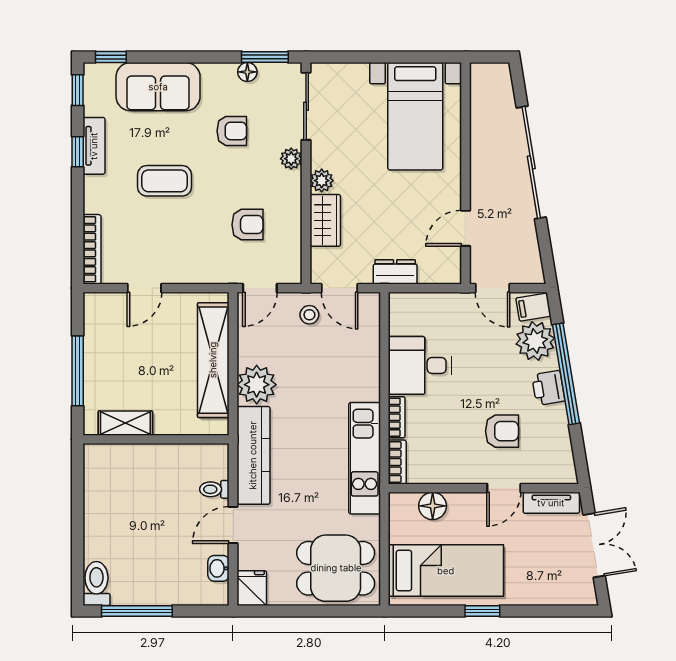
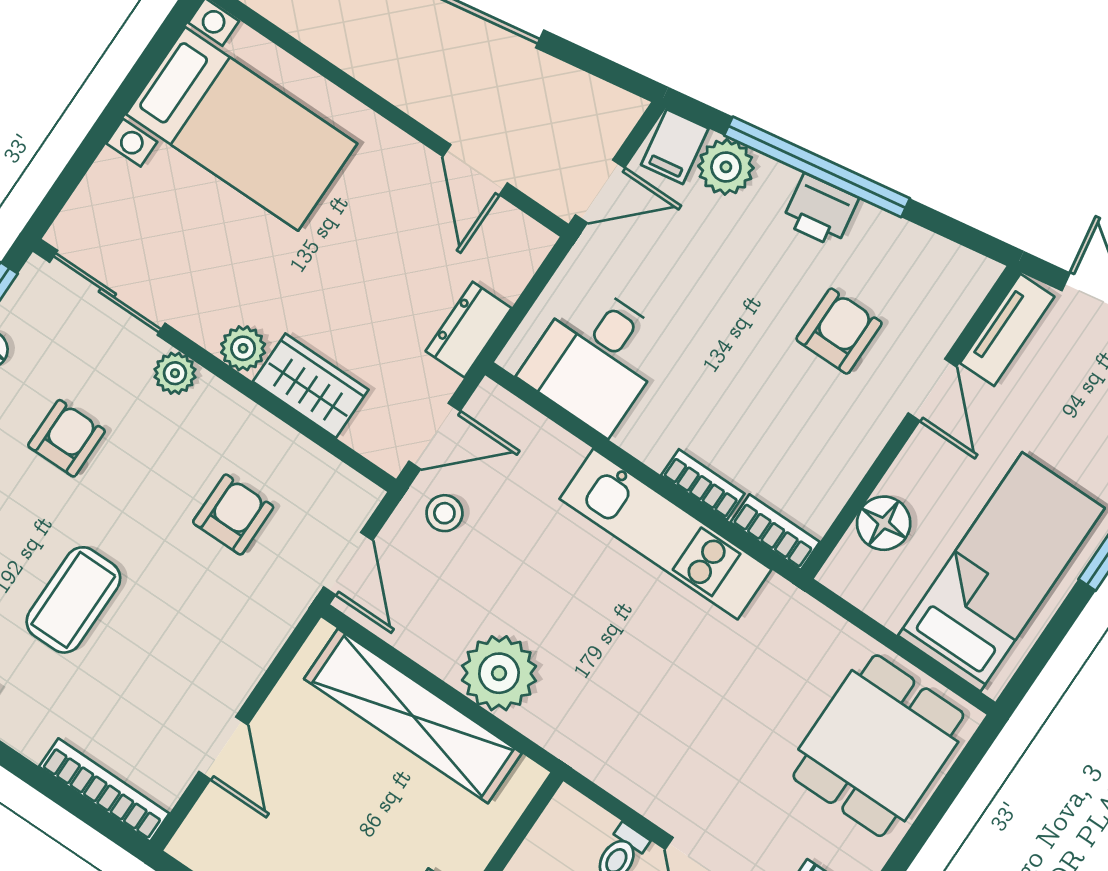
plant: (535, 341) -> (726, 167), width x0.73, depth x0.73
desk: (420, 365) -> (596, 358), moved
kitchen counter: (253, 455) -> (609, 755), removed
kitchen unit: (365, 458) -> (666, 534), moved

